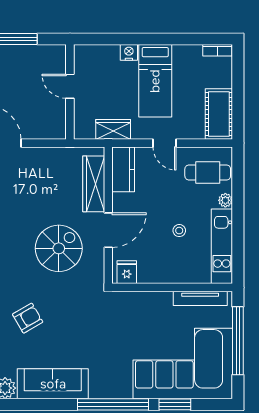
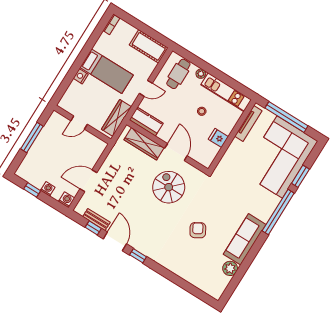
wardrobe: (113, 129) -> (116, 118), width x1.50
fridge: (127, 272) -> (218, 138), moved

